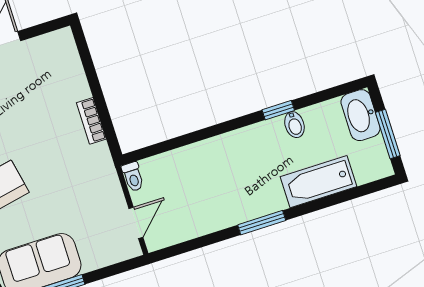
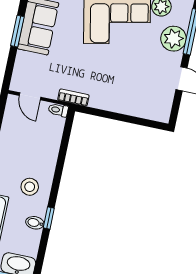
bookcase: (91, 121) -> (73, 98), moved
stool: (252, 157) -> (30, 187), added

